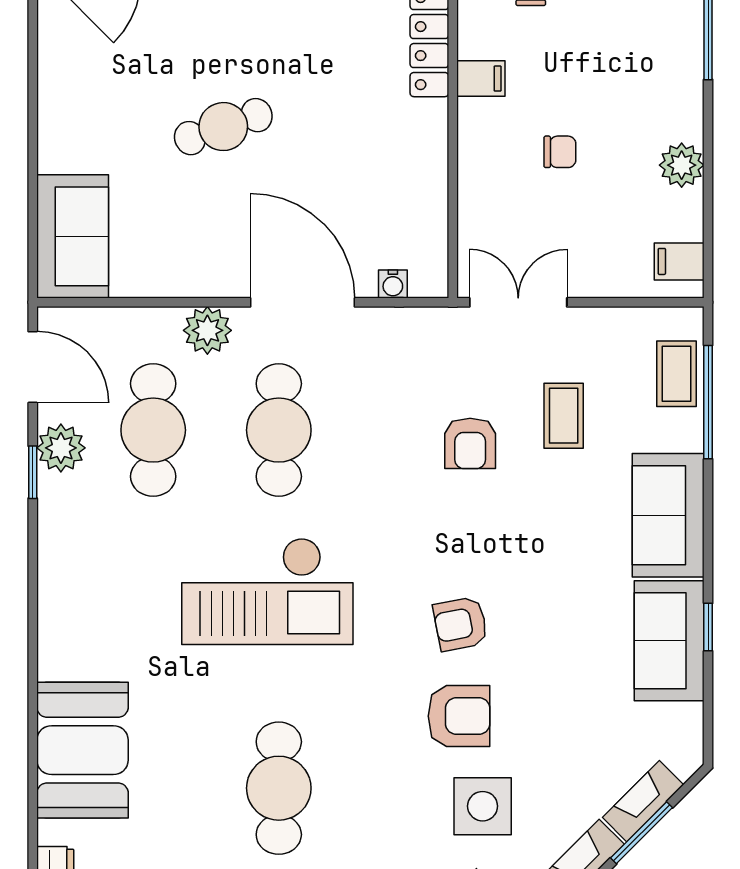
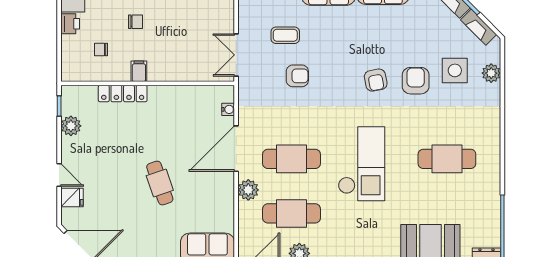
chair: (560, 152) -> (136, 22), moved, turned 90

